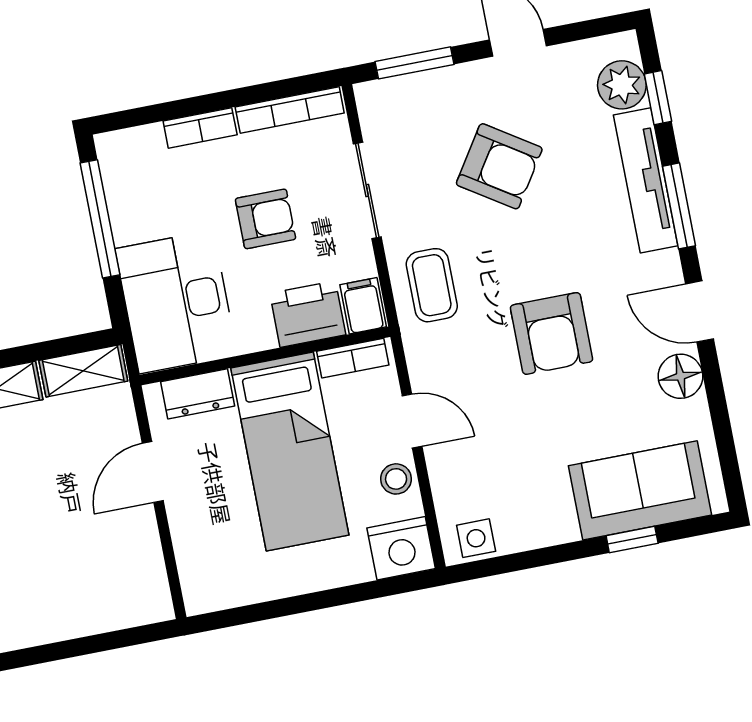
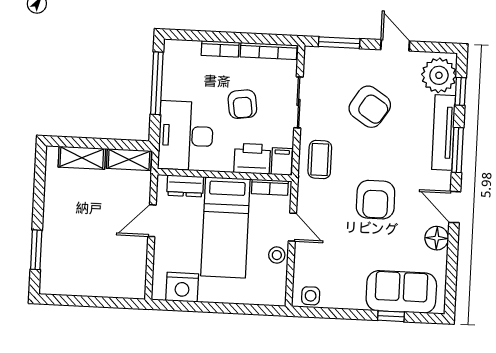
plant: (622, 85) -> (439, 75), width x1.36, depth x1.36
armchair: (265, 219) -> (242, 104), turned 82
nightstand: (401, 548) -> (182, 287), moved

